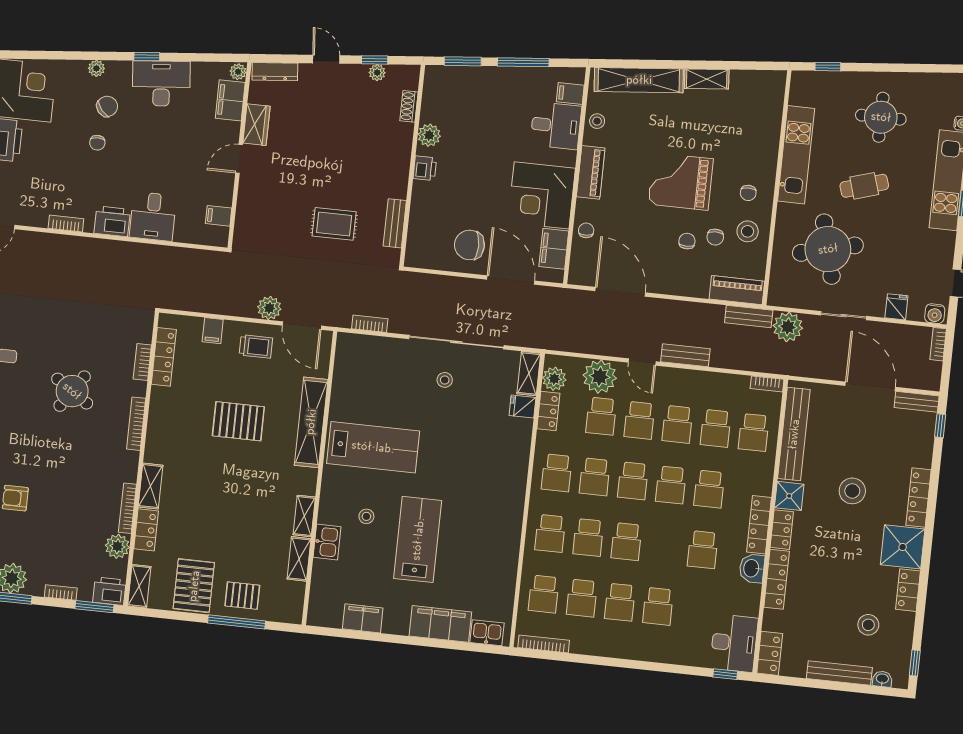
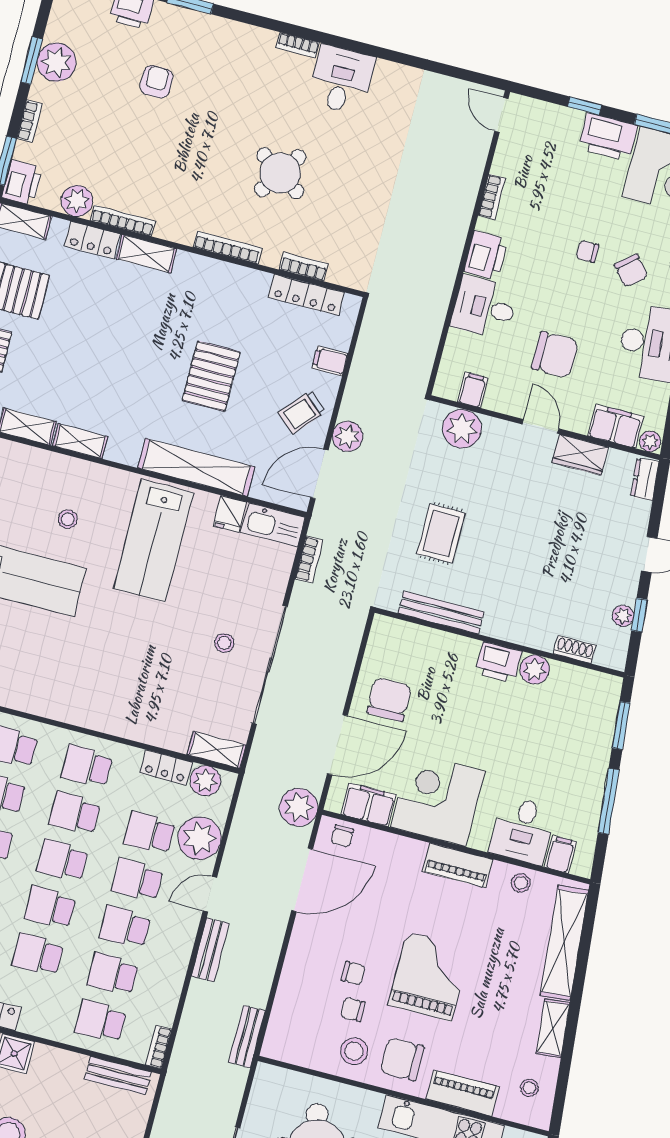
dresser: (275, 72) -> (645, 479), width x0.70
stool: (756, 91) -> (529, 1088), added
chair: (182, 156) -> (555, 355), added
printer: (425, 168) -> (498, 662), width x1.36, depth x1.24
chair: (748, 193) -> (402, 1059), width x1.87, depth x1.87
plant: (250, 220) -> (462, 429), added
bench: (395, 223) -> (441, 613), width x1.36
chair: (586, 230) -> (342, 836), moved, turned 93
piano: (737, 290) -> (463, 1093), moved, turned -90
plant: (788, 327) -> (299, 807), moved
trolley: (256, 347) -> (302, 412), turned 41
fridge: (523, 407) -> (230, 514), moved, turned 180
bench: (794, 434) -> (118, 1076), width x0.54, depth x0.82
kitchen sink: (327, 542) -> (273, 525), moved, width x1.38

